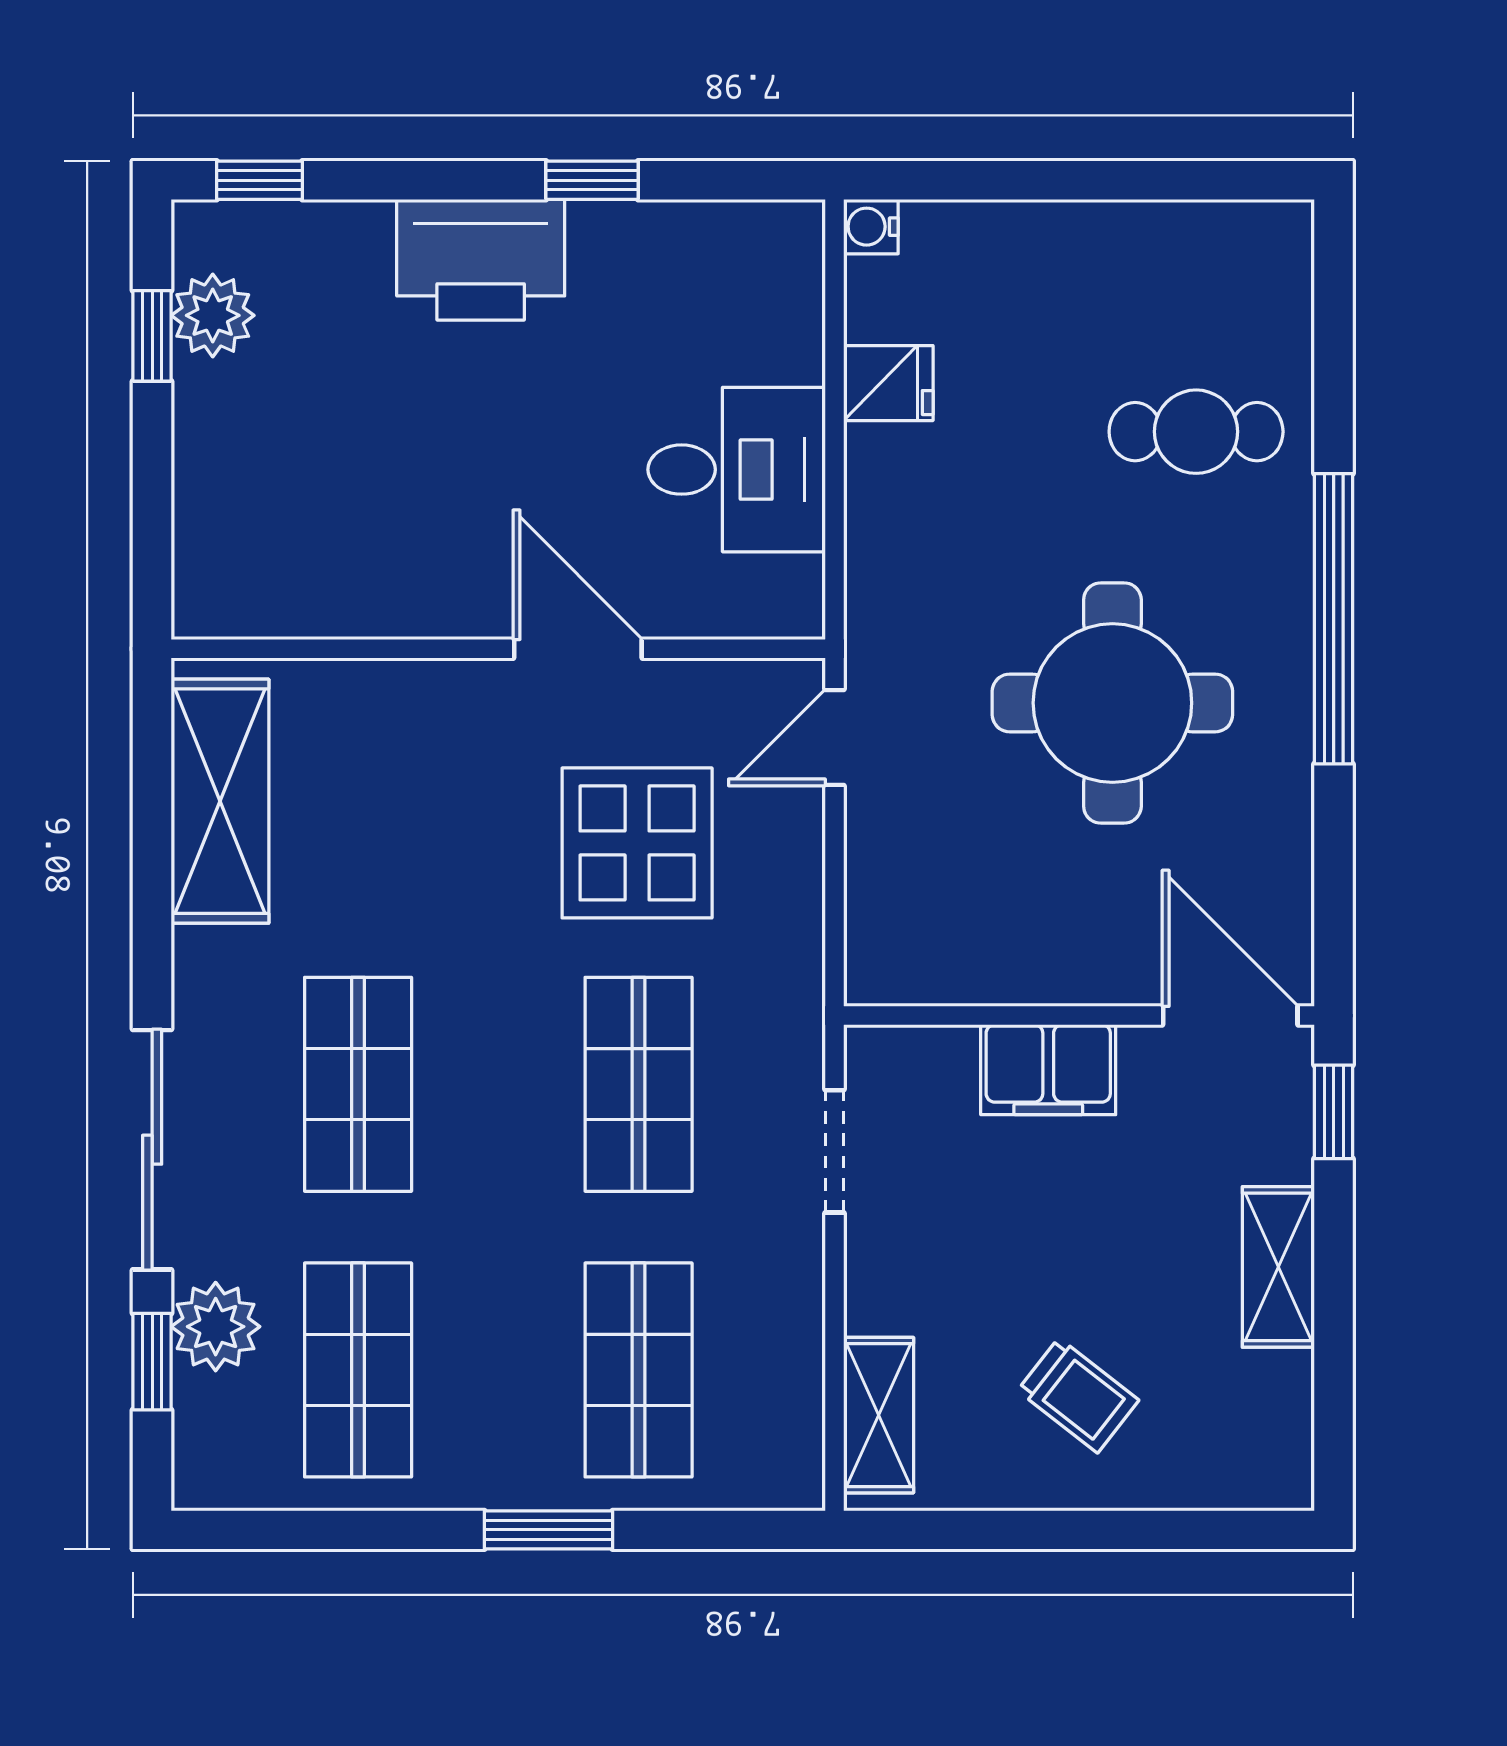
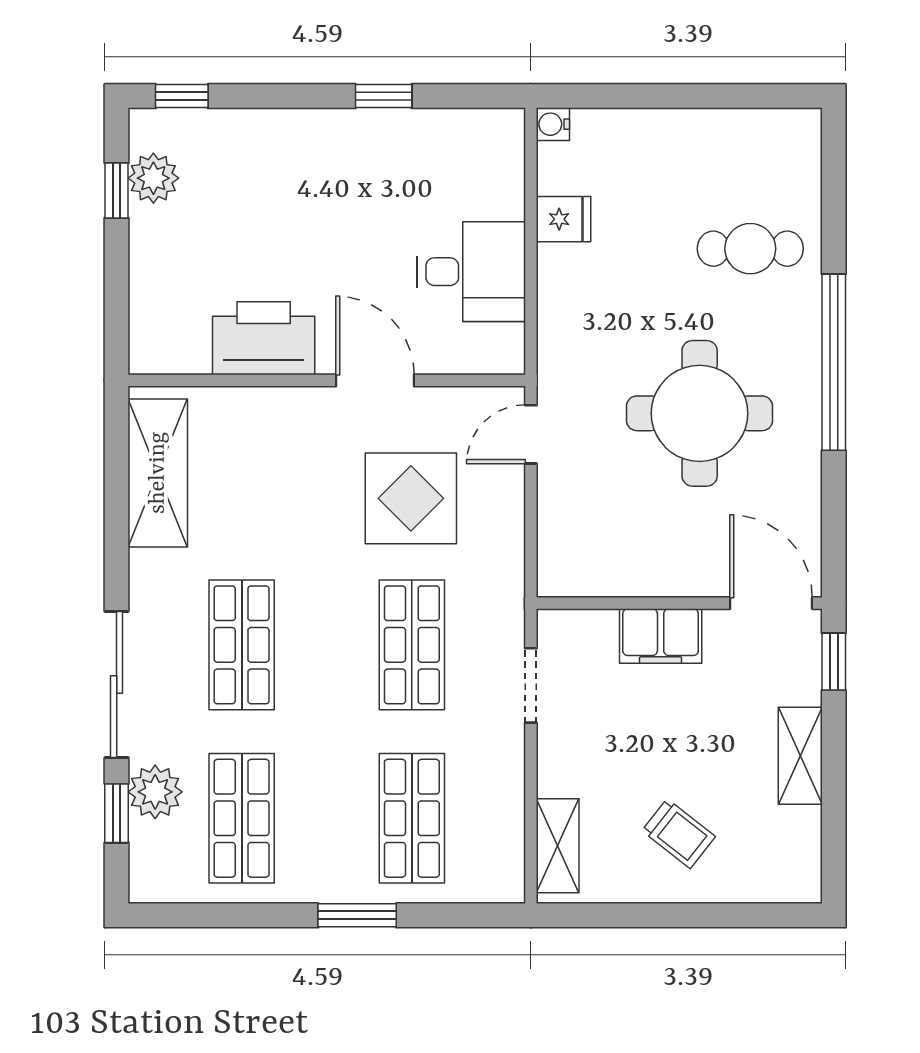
printer: (481, 260) -> (264, 338), moved, turned 180

